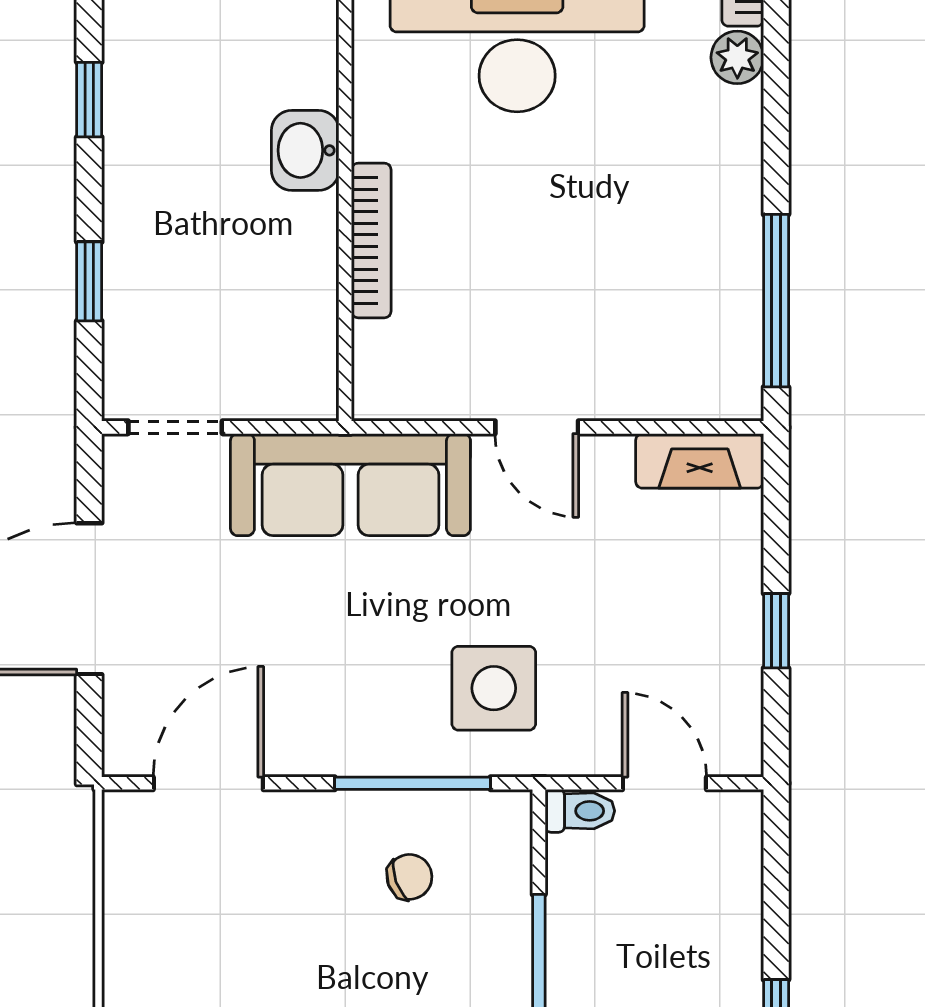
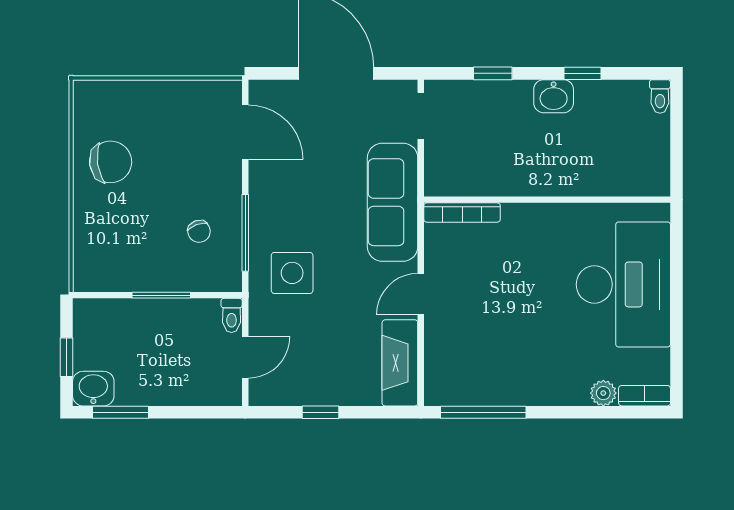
washbasin: (305, 150) -> (554, 96), moved, turned 180
bookcase: (371, 240) -> (462, 212), moved
fireplace: (700, 461) -> (400, 363), width x1.37, depth x1.32

